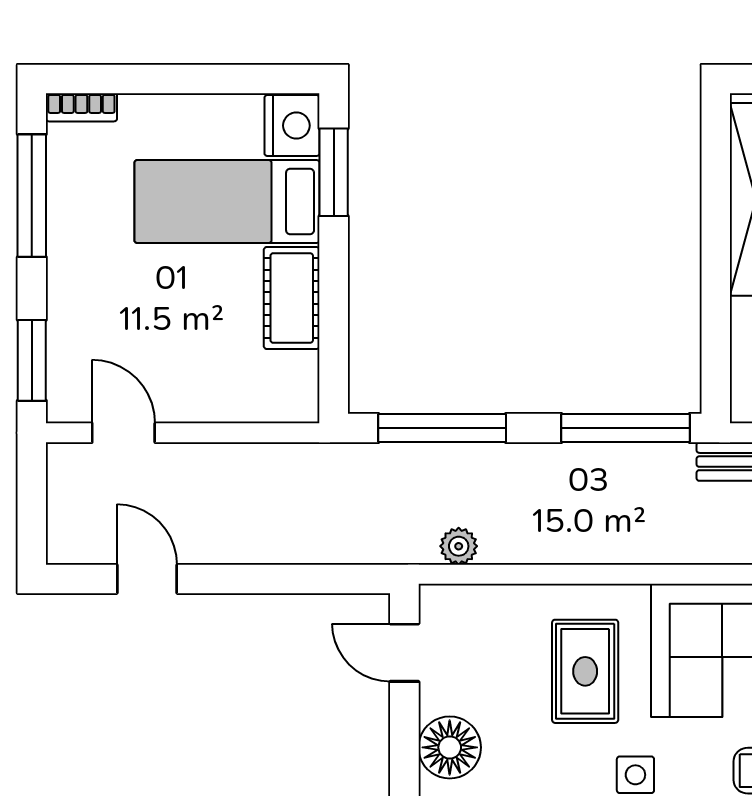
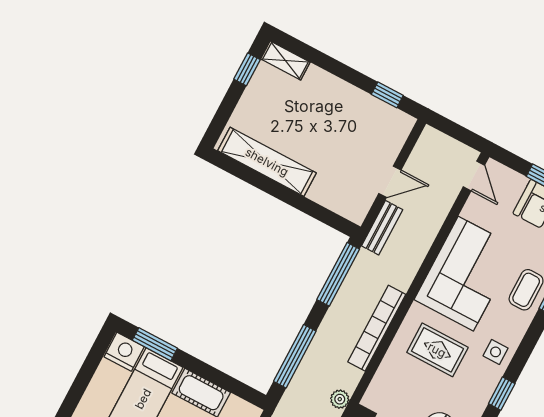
bookcase: (567, 545) -> (377, 328), added
plant: (459, 546) -> (340, 399), moved

